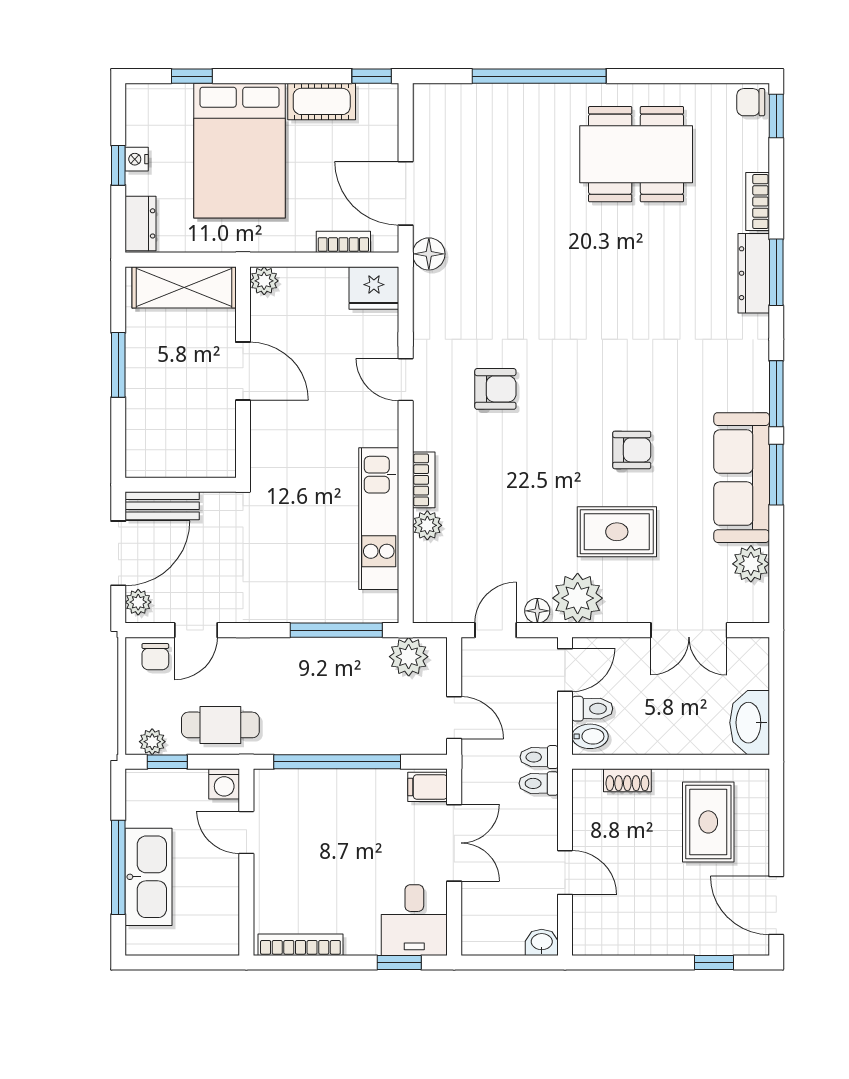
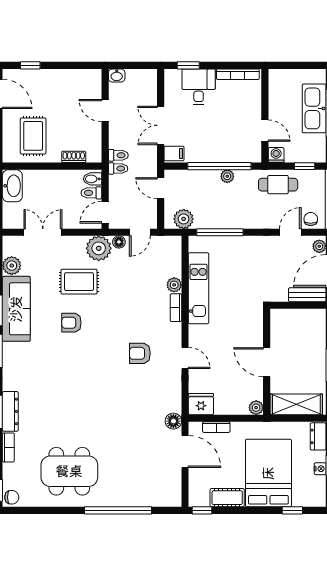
plant: (152, 742) -> (227, 176), moved
desk: (414, 920) -> (199, 87), moved

